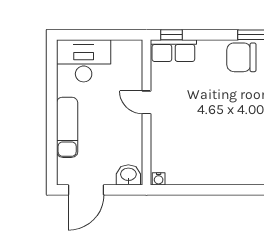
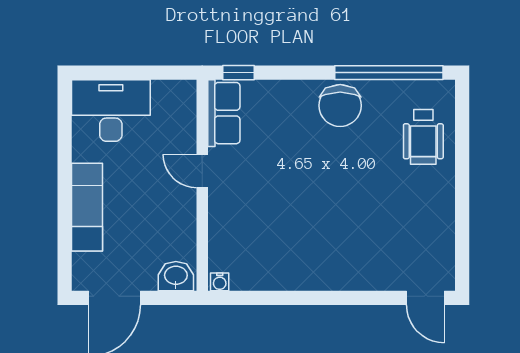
row of seats: (173, 51) -> (224, 113), moved, turned -90
chair: (241, 57) -> (340, 106), turned -90

